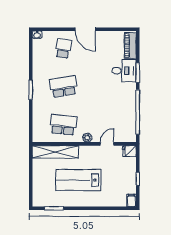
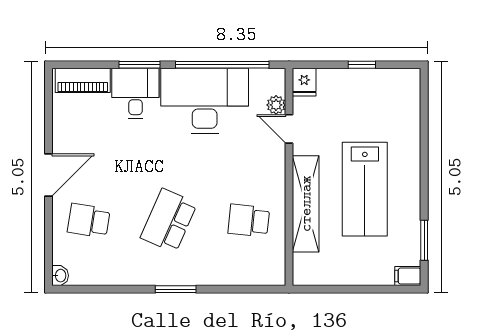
school desk: (63, 87) -> (169, 221), turned 33
desk: (120, 104) -> (205, 101), added
school desk: (63, 125) -> (249, 221), width x0.54
plant: (87, 138) -> (276, 105), moved
shelving: (55, 152) -> (306, 204), moved
filing cabinet: (131, 200) -> (408, 276), moved

